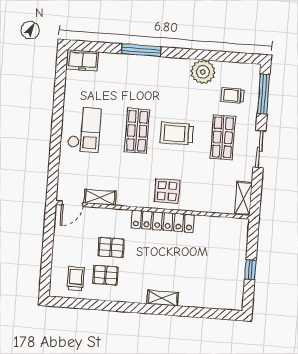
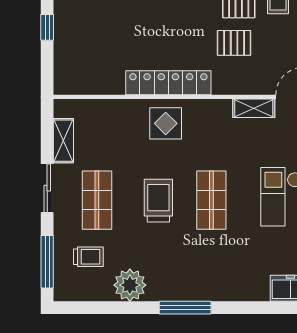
window: (141, 50) -> (185, 308), moved
trolley: (177, 134) -> (158, 201), turned -90
shelving: (243, 198) -> (63, 141), moved

